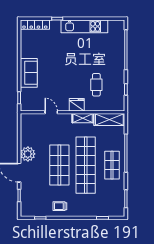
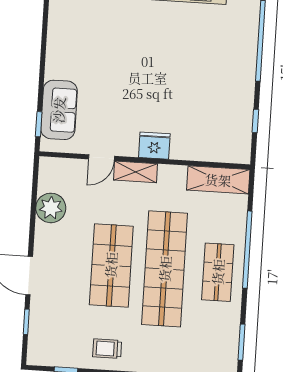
sofa: (29, 73) -> (59, 110), moved
cafe table: (96, 85) -> (196, 108), removed
door: (51, 112) -> (102, 158), swing flipped
shelving: (83, 118) -> (136, 172), moved
plant: (28, 154) -> (51, 208), moved

